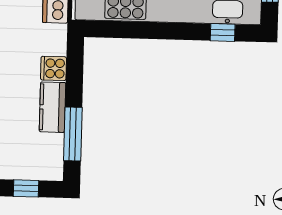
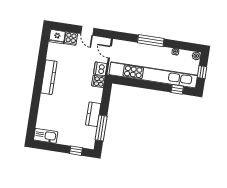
cooker: (54, 68) -> (98, 81), moved

